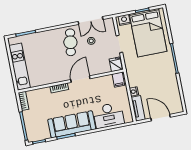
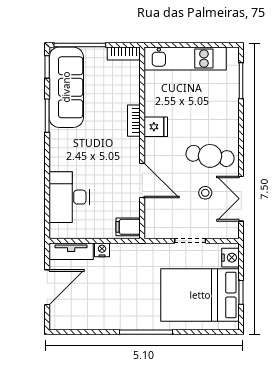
fridge: (116, 64) -> (156, 127), moved
door: (80, 79) -> (142, 181), moved
sofa: (72, 124) -> (66, 87), moved

